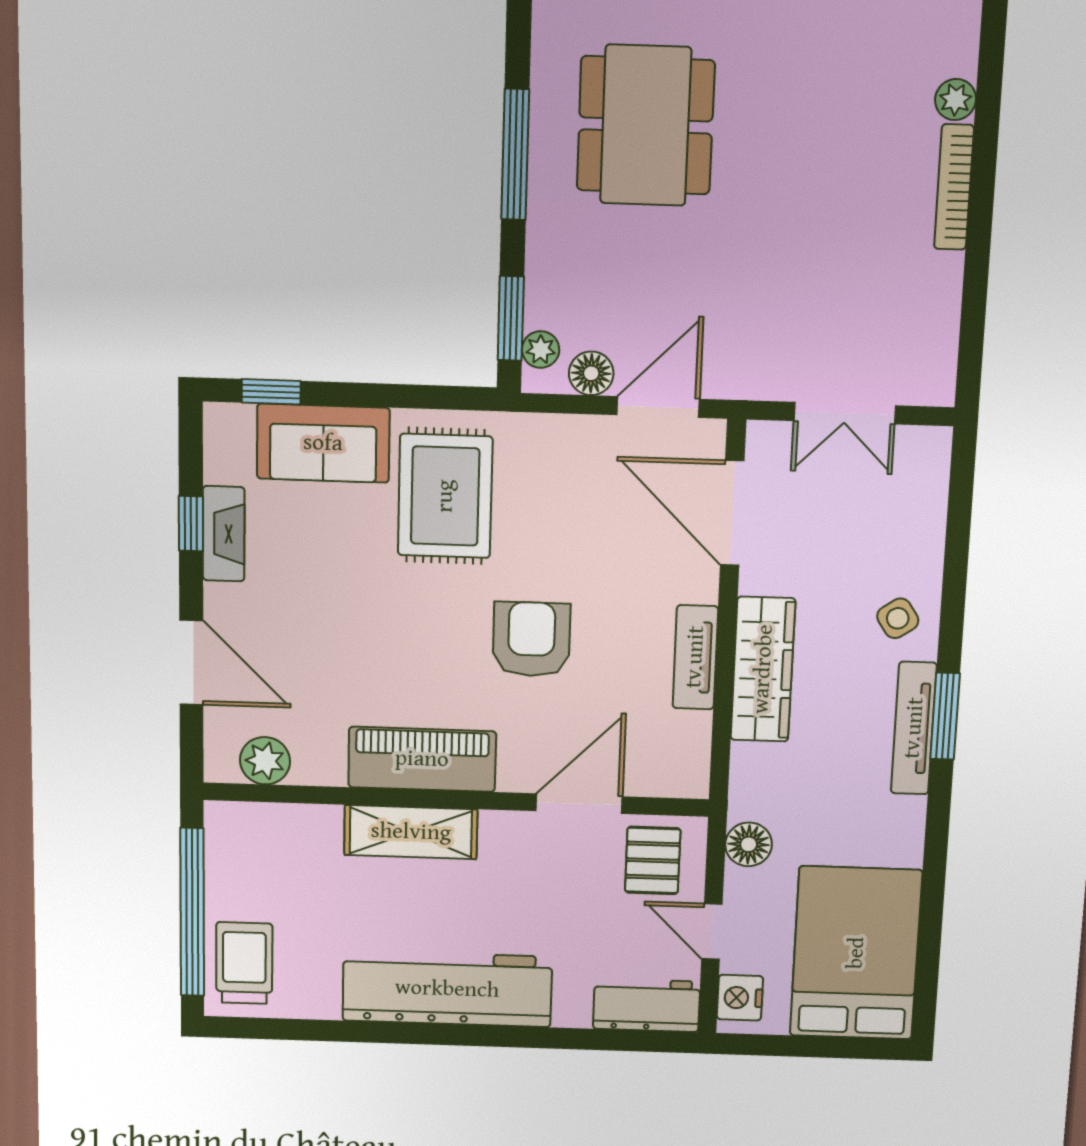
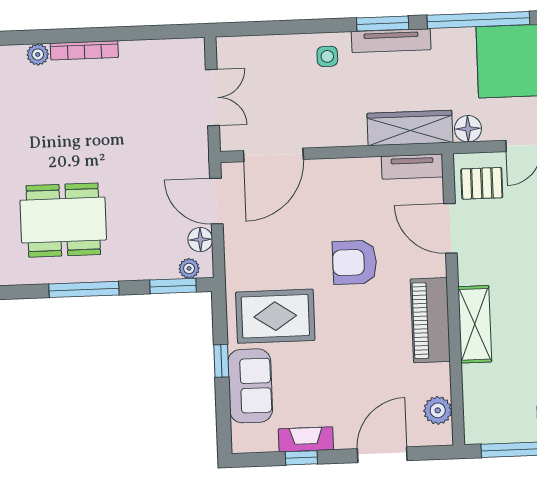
window: (271, 392) -> (221, 361), moved
side table: (898, 618) -> (327, 56), turned 34
tv unit: (695, 657) -> (412, 167), moved
wardrobe: (763, 669) -> (410, 128), moved
window: (934, 874) -> (478, 20), added

